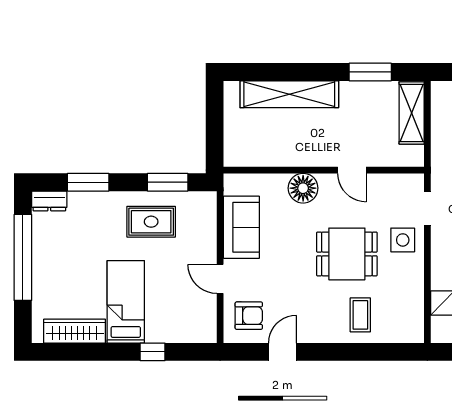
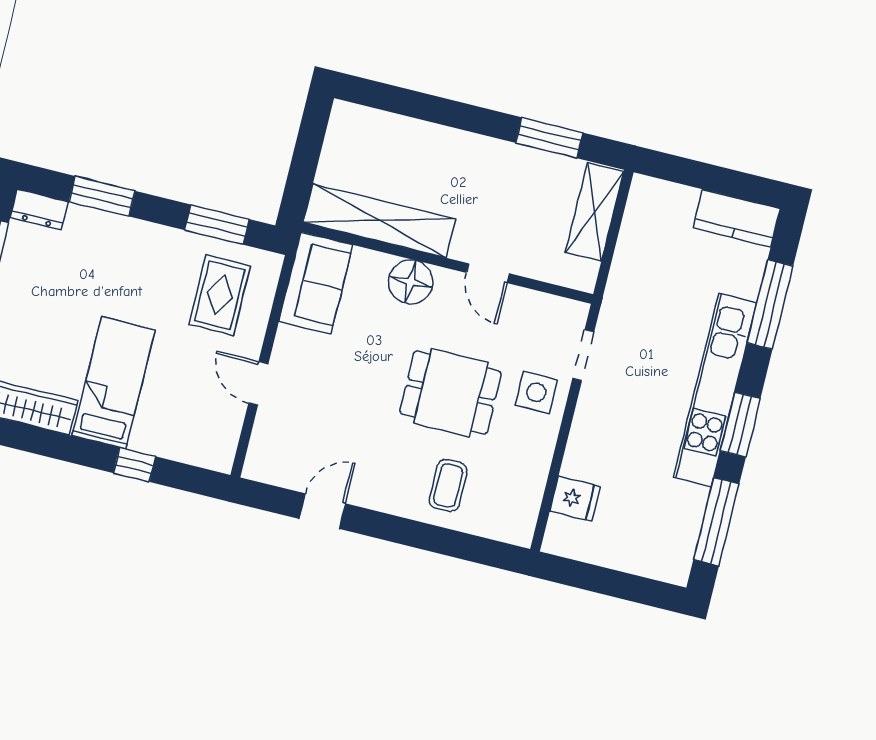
shelving: (289, 94) -> (379, 221), moved
rug: (151, 222) -> (220, 295), moved, turned 90
sofa: (241, 227) -> (316, 283), moved
armchair: (249, 316) -> (287, 447), removed

